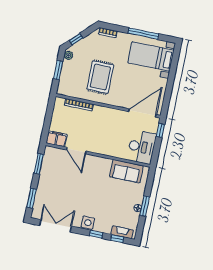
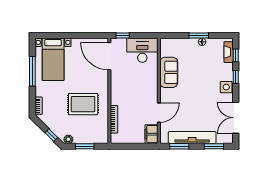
sofa: (126, 171) -> (169, 72), moved
tv unit: (45, 178) -> (192, 138), added

